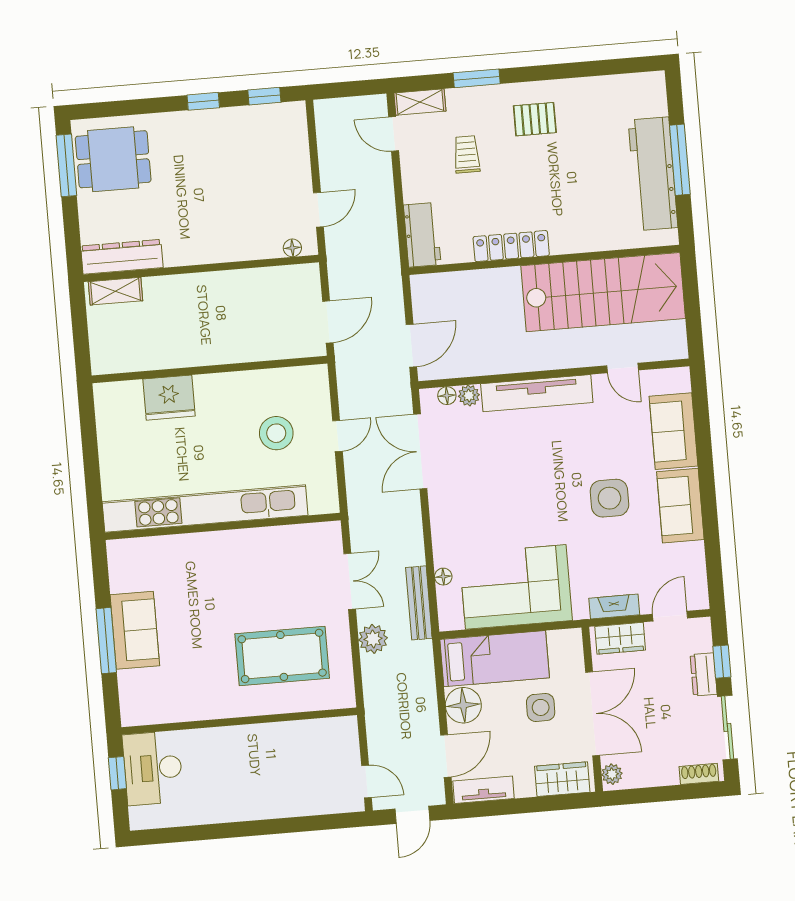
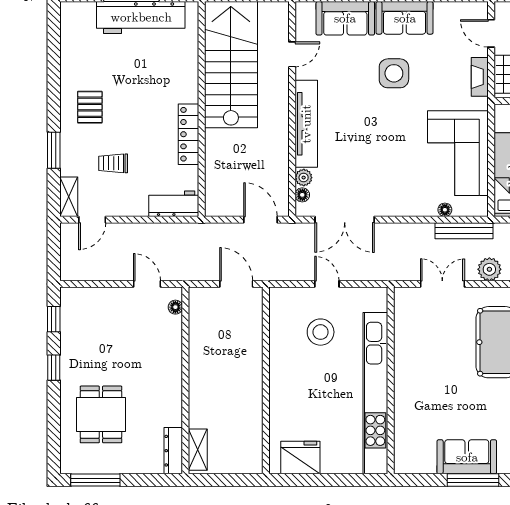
dining table: (113, 159) -> (101, 414), moved
dresser: (122, 257) -> (173, 451), width x0.73, depth x0.80
fridge: (169, 398) -> (300, 458), moved, turned -90

